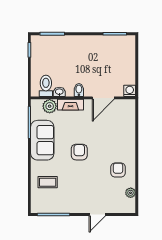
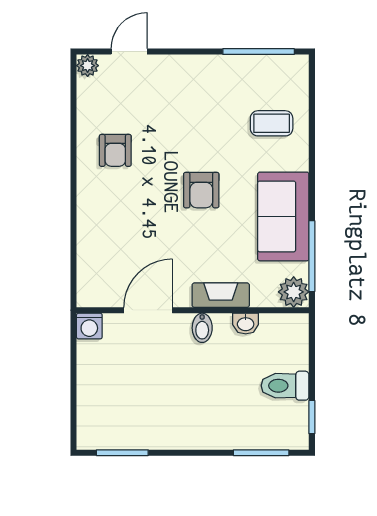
toilet: (46, 86) -> (285, 386), moved, turned 90
plant: (50, 106) -> (294, 292), moved
plant: (131, 193) -> (88, 66), moved
door: (97, 214) -> (129, 52), moved

